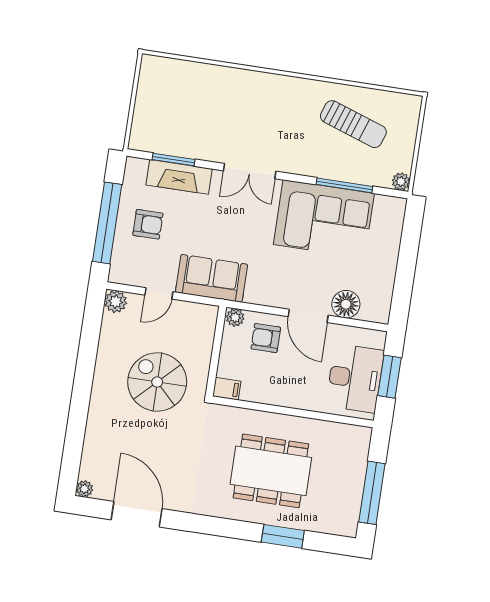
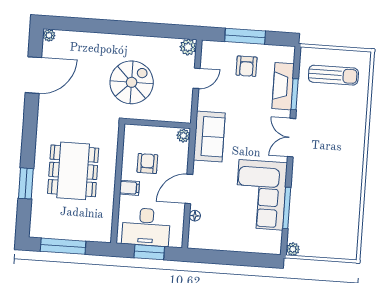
sun lounger: (353, 124) -> (333, 75), moved, turned -109
window: (174, 160) -> (295, 94), moved
window: (107, 223) -> (245, 36), width x0.68
sofa: (212, 278) -> (209, 136), moved
door: (159, 293) -> (197, 78), swing flipped
floor lamp: (346, 304) -> (195, 216), width x0.53, depth x0.53
armchair: (266, 338) -> (147, 164), moved
filing cabinet: (227, 389) -> (129, 188), moved, turned -90

